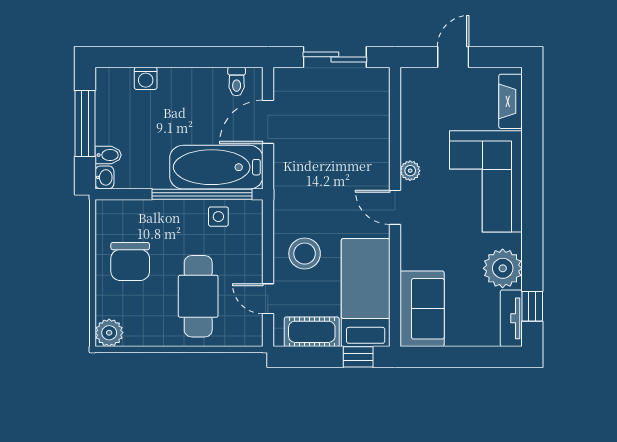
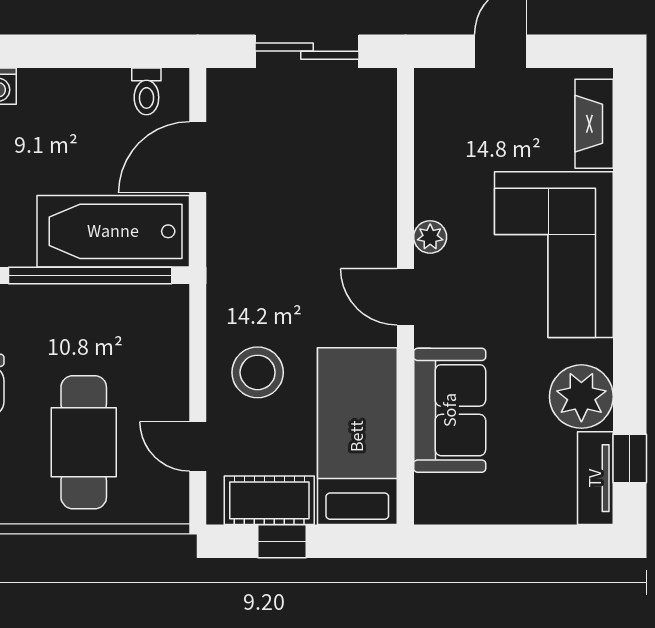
side table: (218, 217) -> (117, 312), removed
sofa: (422, 309) -> (450, 410), moved
window: (358, 357) -> (282, 541), moved

